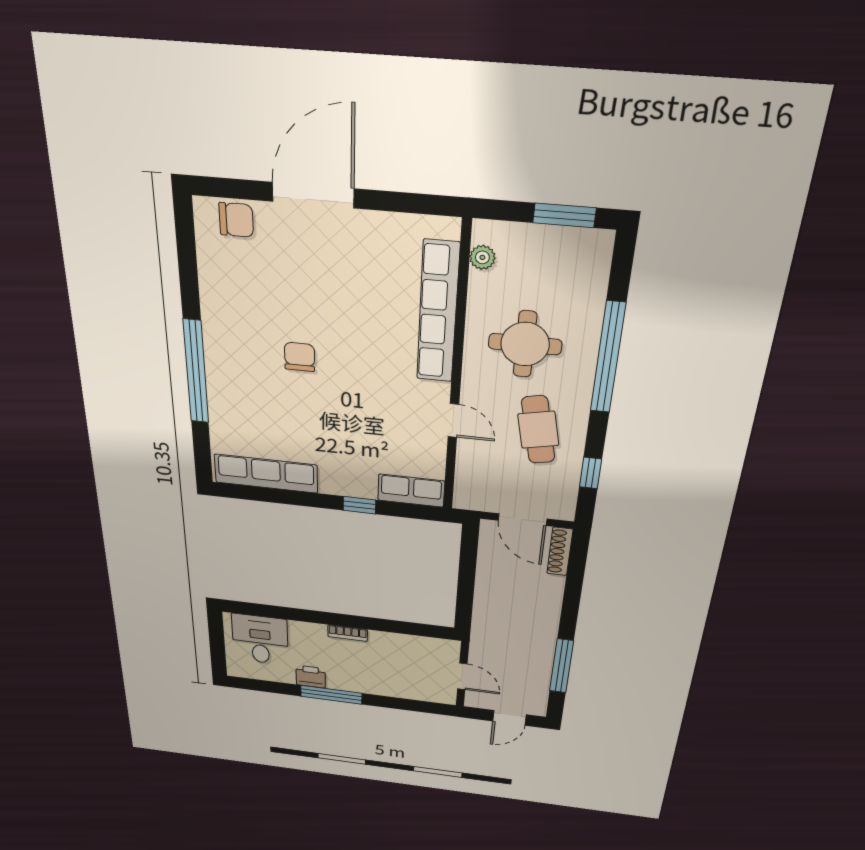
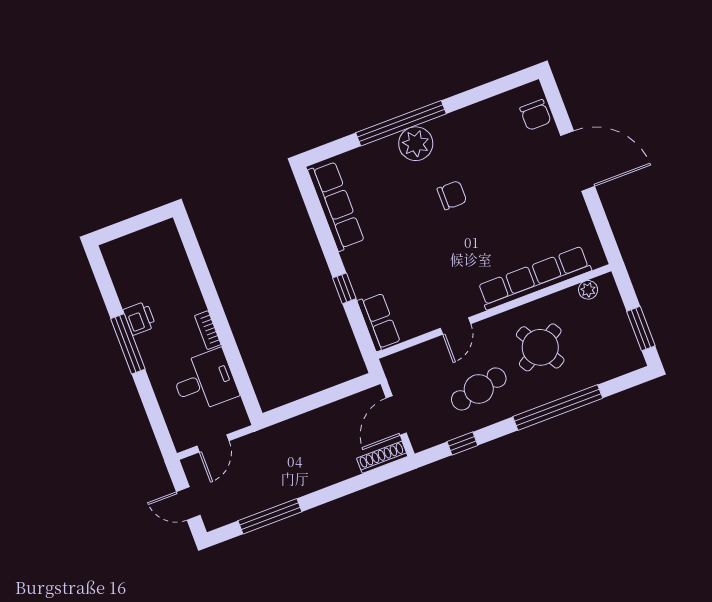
round table: (525, 344) -> (540, 347), turned -30
plant: (225, 367) -> (416, 144), added
desk: (260, 639) -> (205, 381), moved

